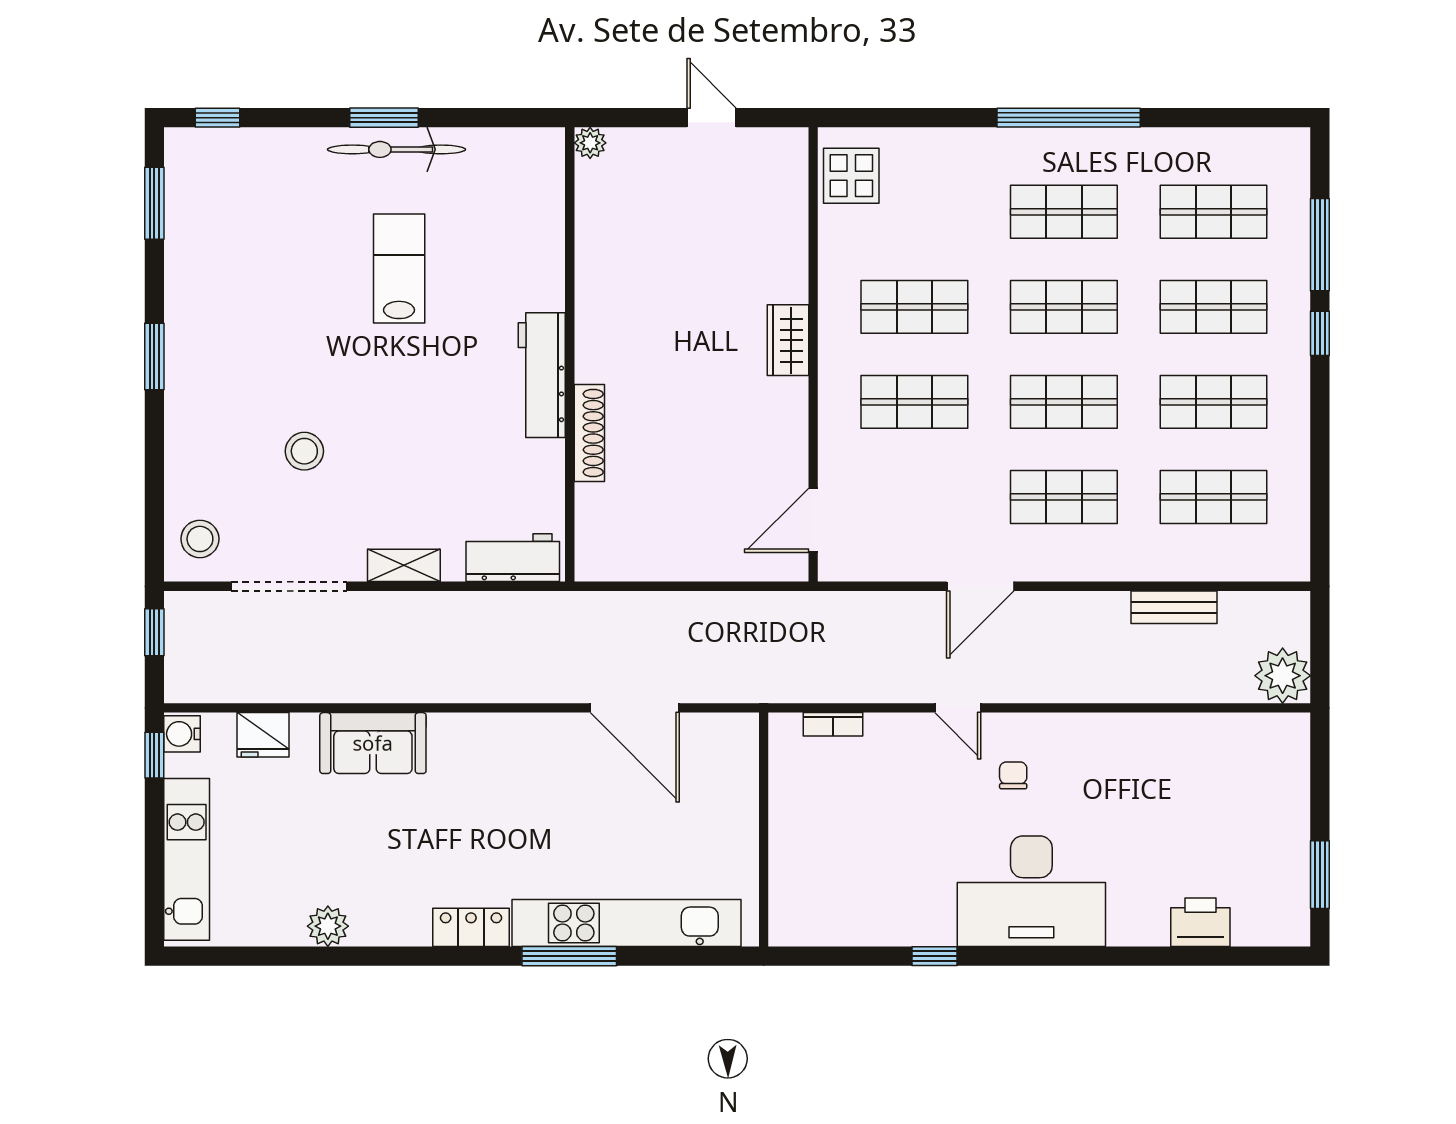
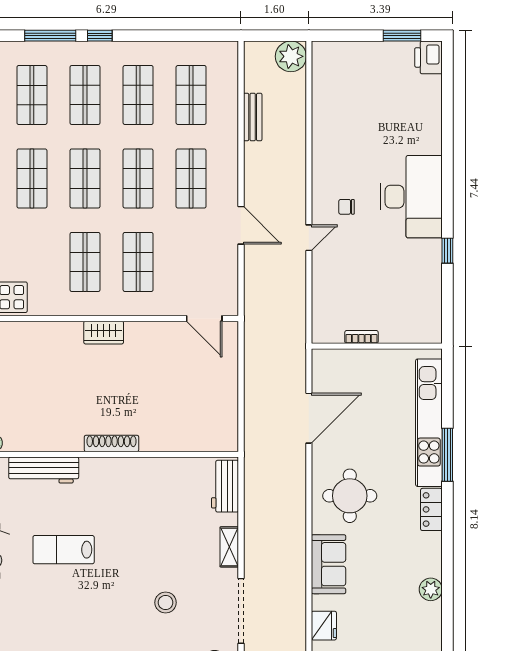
workbench: (542, 375) -> (44, 470), moved
shoe rack: (589, 433) -> (111, 443), moved
bookcase: (833, 724) -> (361, 337), moved, turned -90
round table: (496, 781) -> (350, 496), added
printer: (1200, 922) -> (428, 57), moved

